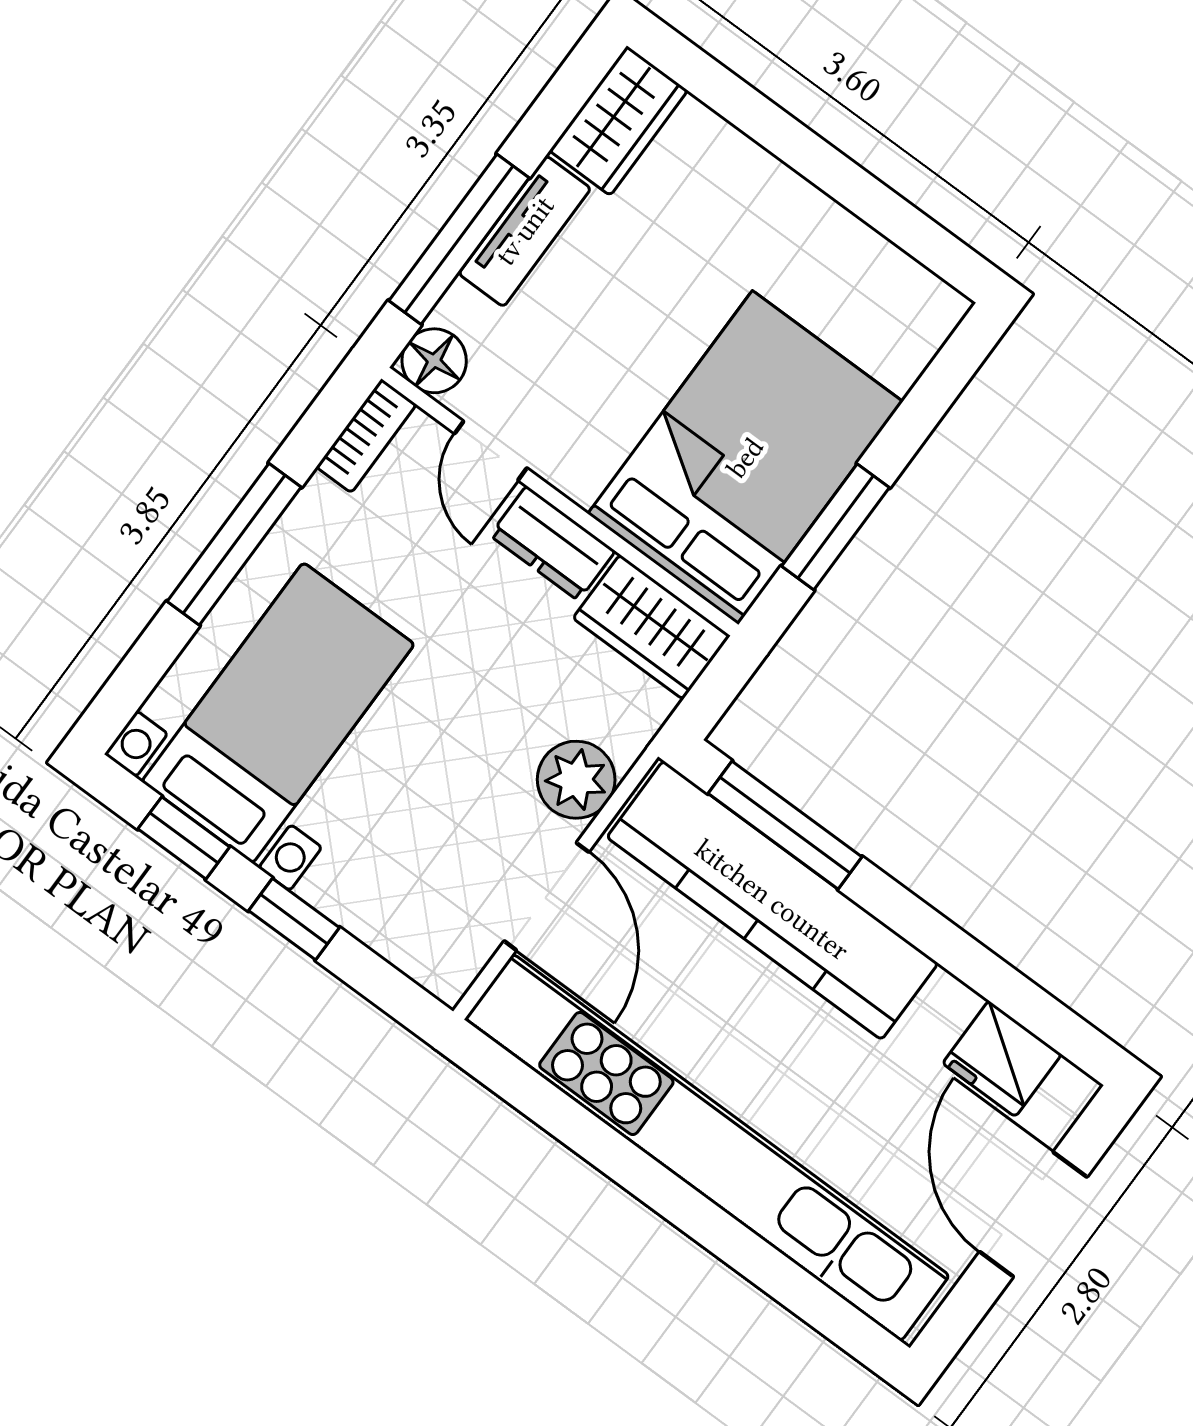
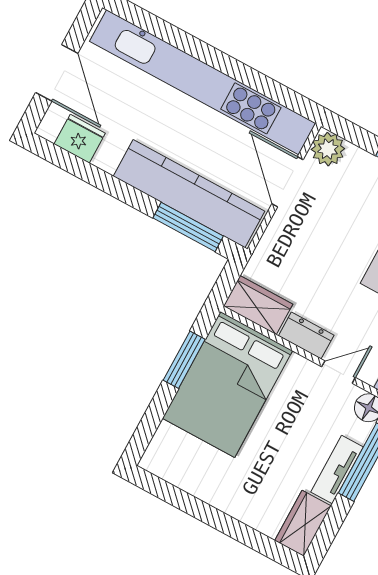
door: (491, 451) -> (339, 372), hinge flipped
plant: (576, 780) -> (328, 149), moved

